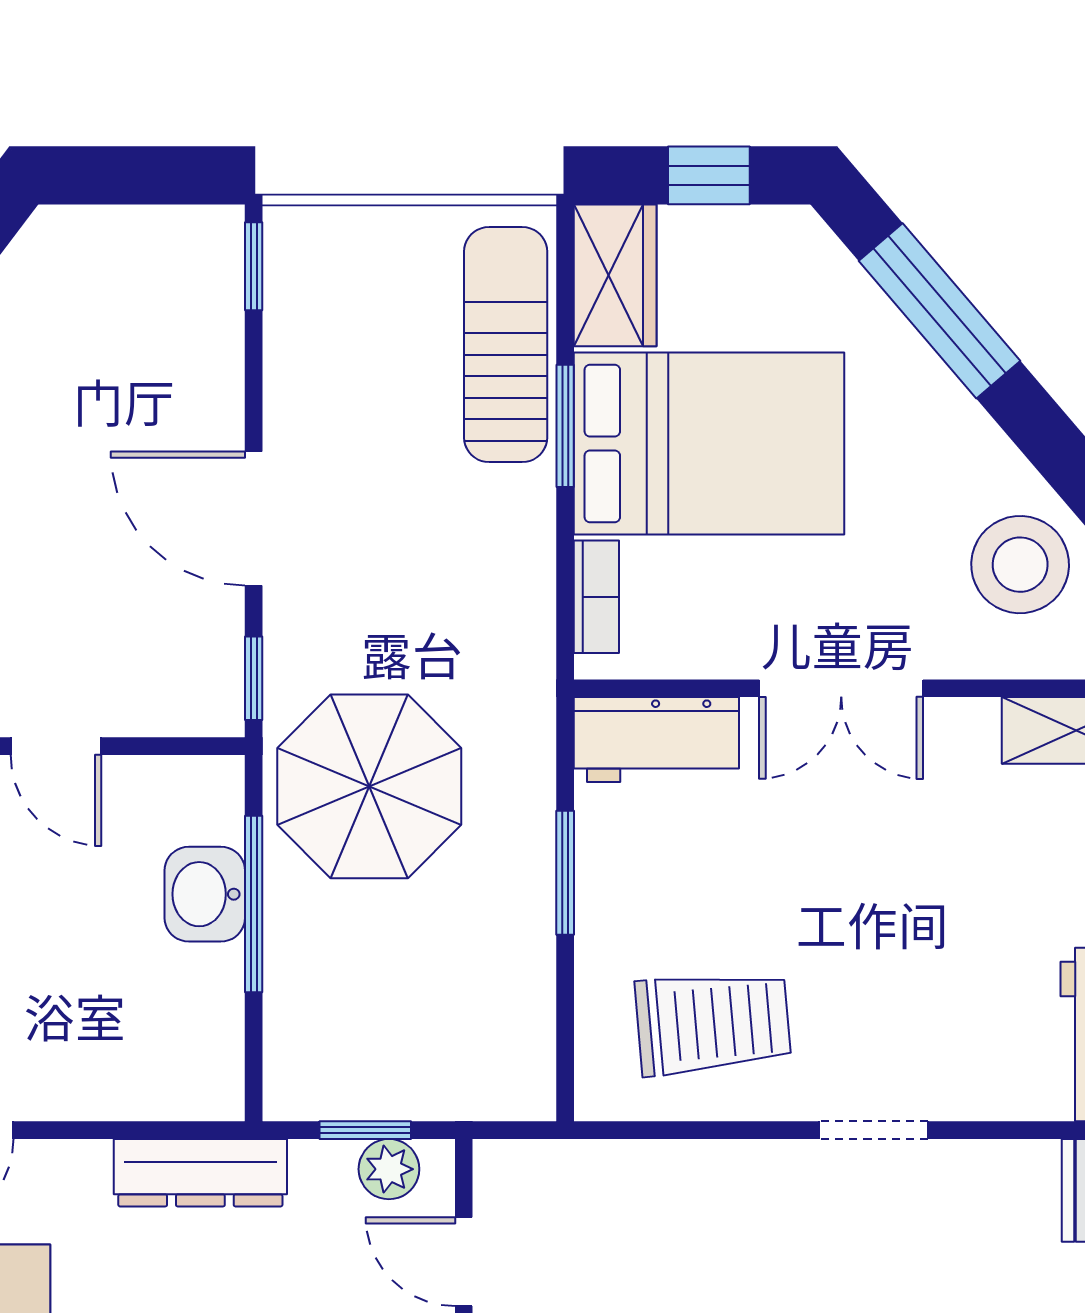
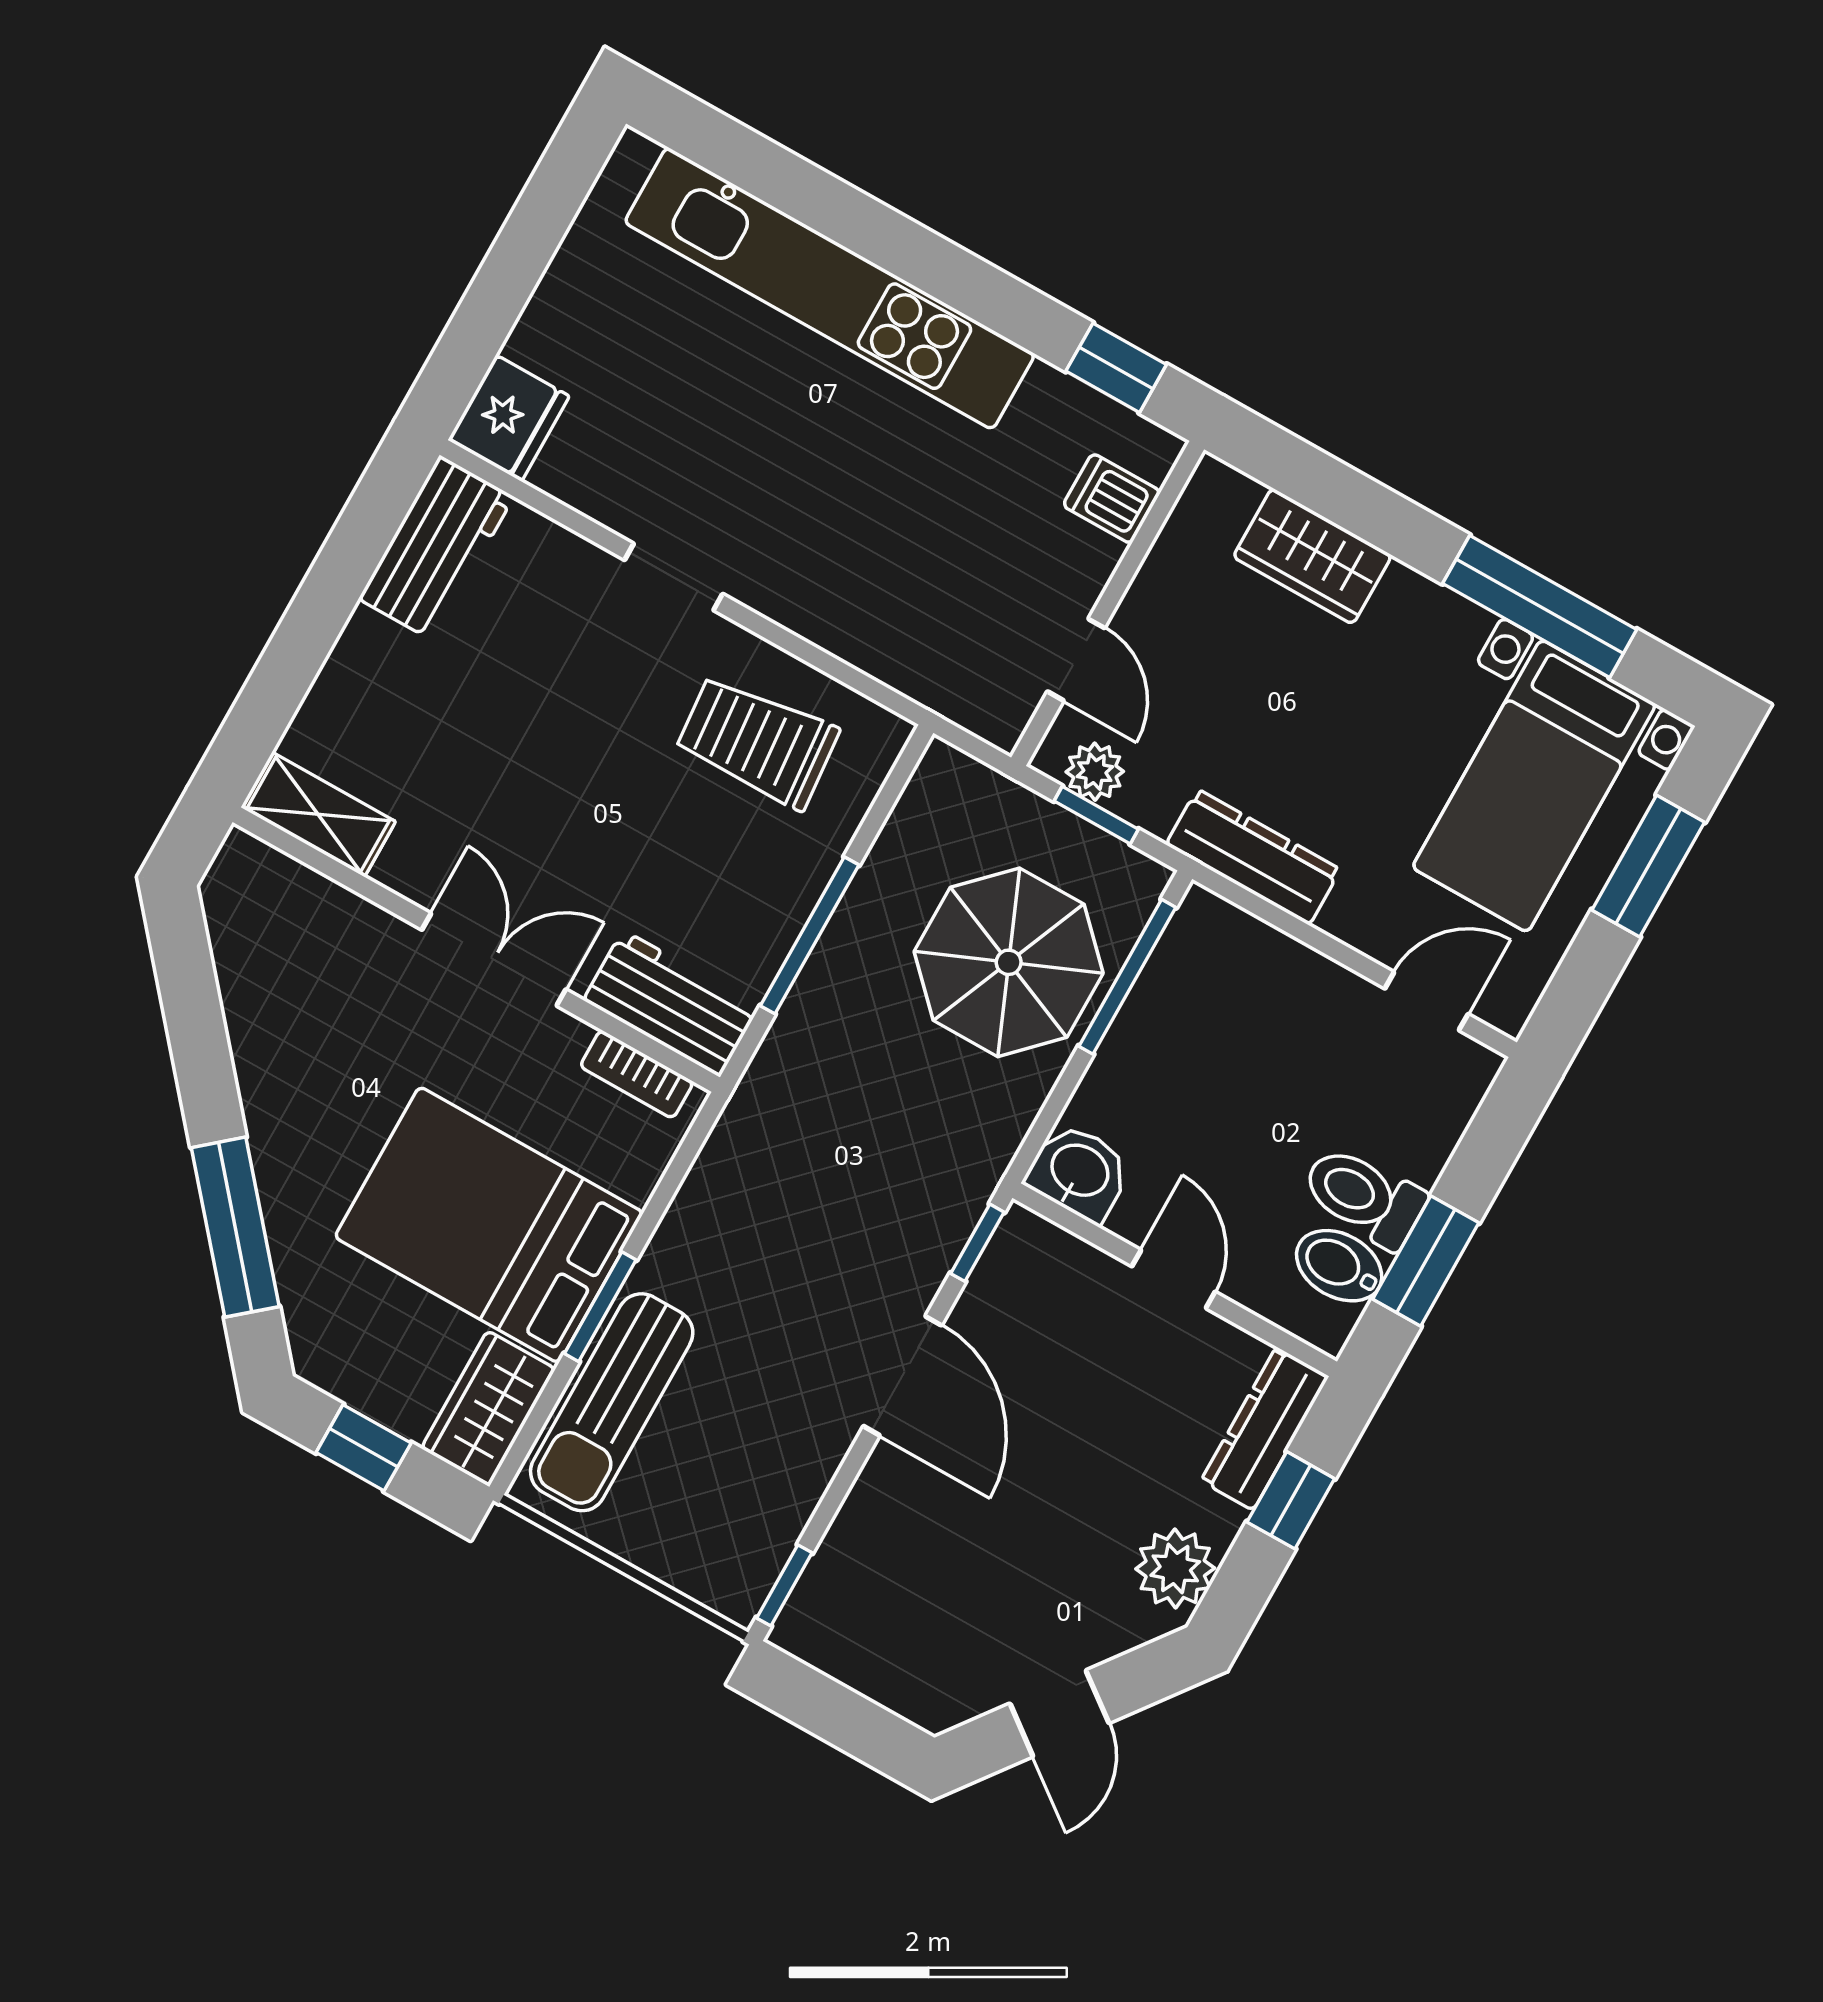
stool: (1020, 565) -> (287, 978), removed
bookcase: (596, 597) -> (637, 1074), moved, turned -90
parasol: (369, 786) -> (1009, 962), moved
window: (565, 873) -> (810, 935), width x1.44
washbasin: (205, 894) -> (1079, 1172), moved, turned -90
window: (254, 904) -> (1127, 977), moved

